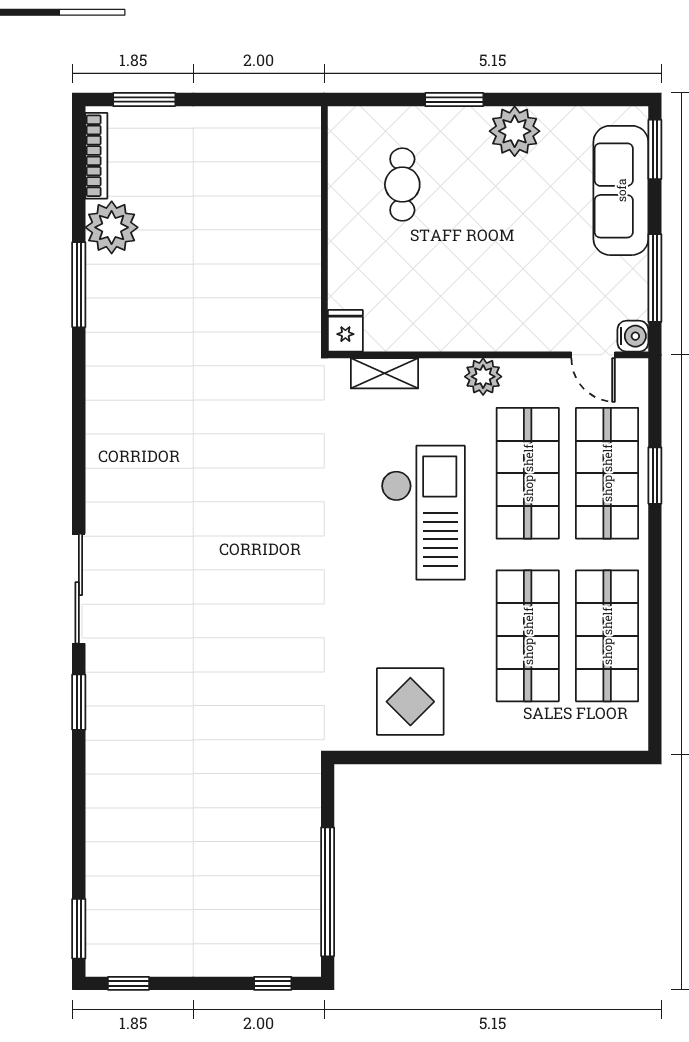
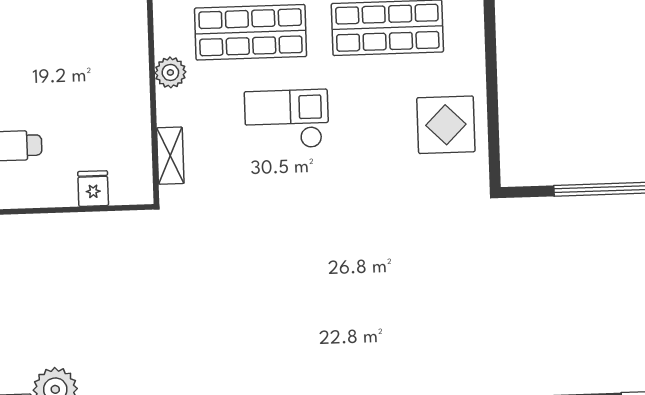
fridge: (345, 331) -> (93, 189), moved, turned 90
checkout: (423, 513) -> (287, 119), width x0.73, depth x0.83

